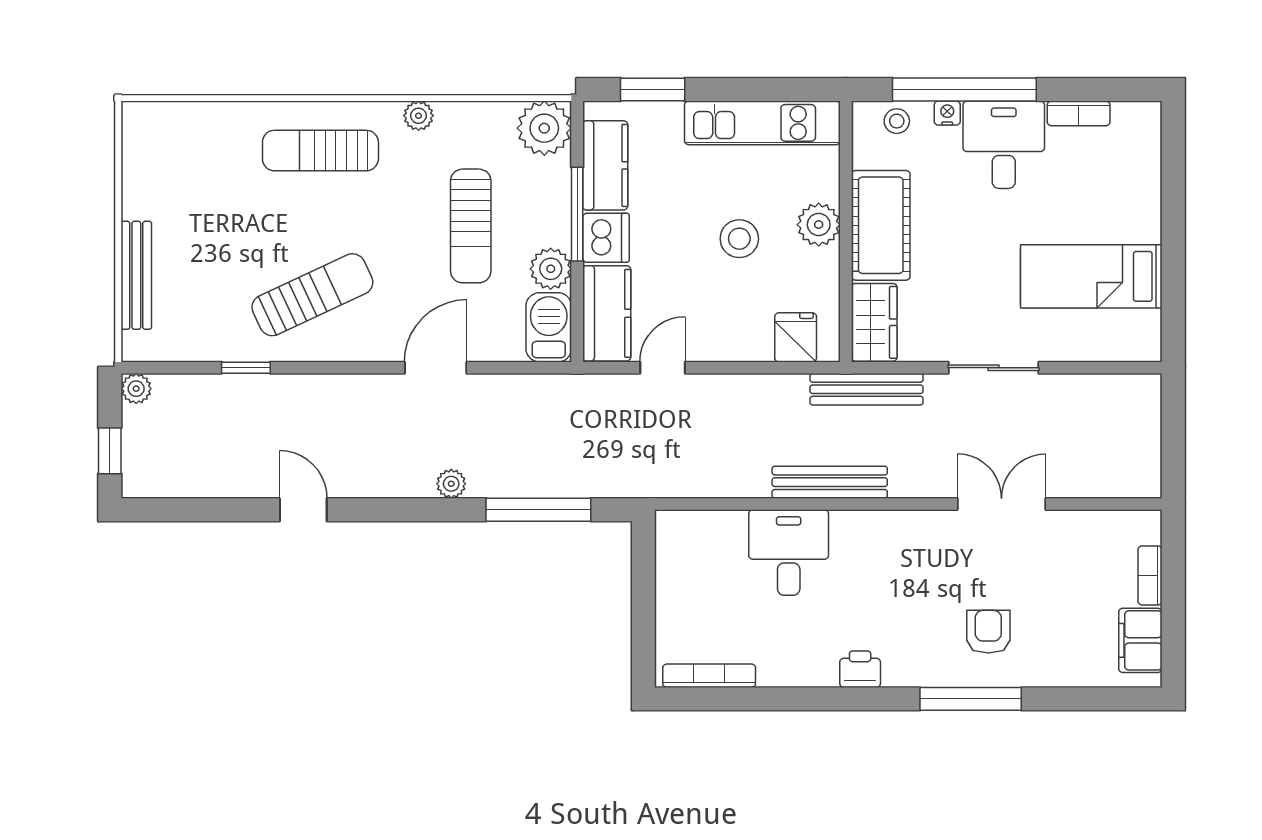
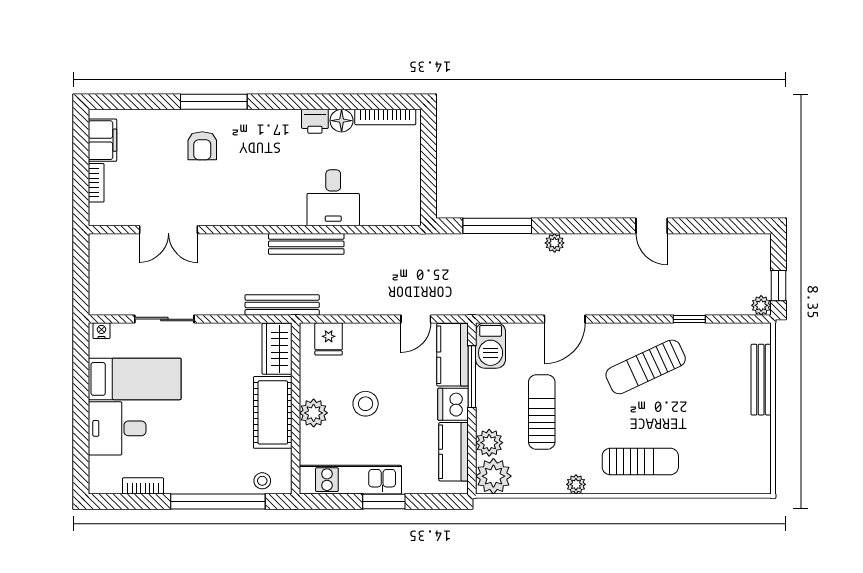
window: (653, 90) -> (384, 501), moved
nightstand: (947, 113) -> (101, 331), moved, turned 180
desk: (1004, 145) -> (117, 428), moved, turned 90
window: (577, 214) -> (472, 377), moved
plant: (551, 269) -> (489, 443), moved
sliding door: (994, 368) -> (164, 319), moved
window: (110, 451) -> (779, 286), moved
double door: (1002, 504) -> (168, 230), moved
printer: (860, 669) -> (315, 121), moved
floor lamp: (776, 670) -> (342, 121), added

